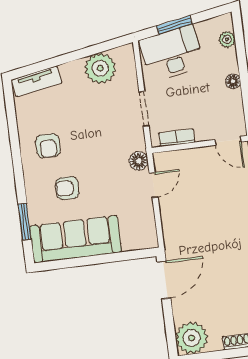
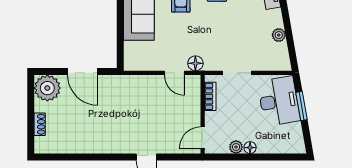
plant: (227, 39) -> (236, 147), moved
plant: (100, 68) -> (279, 35), width x0.53, depth x0.53
door: (164, 280) -> (83, 72), moved

